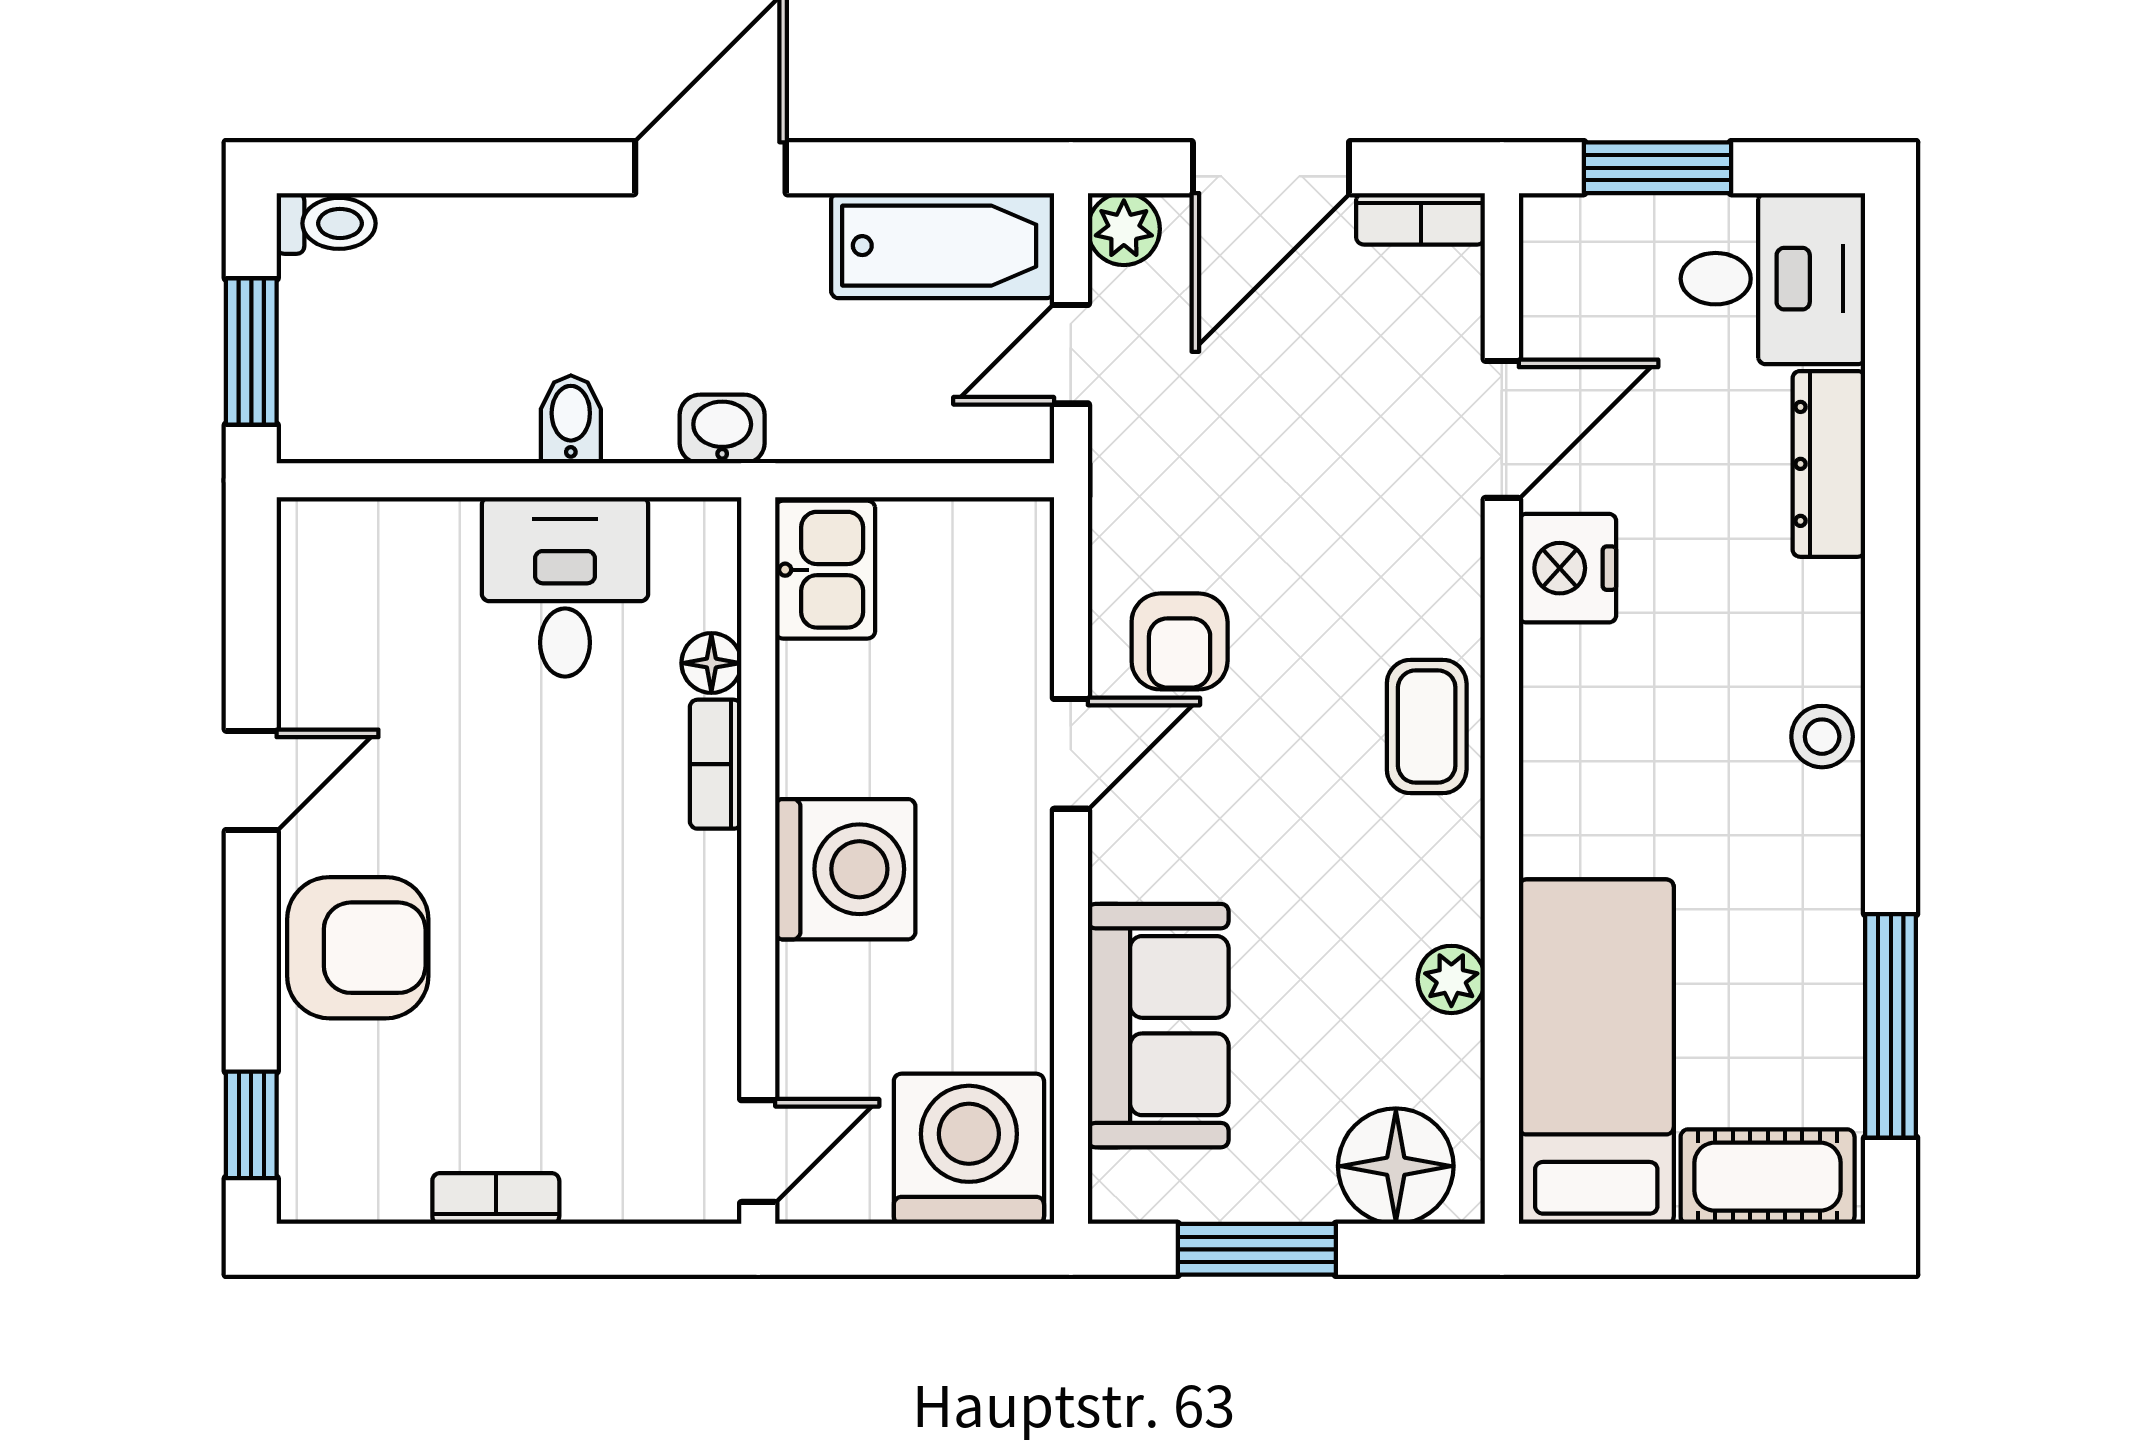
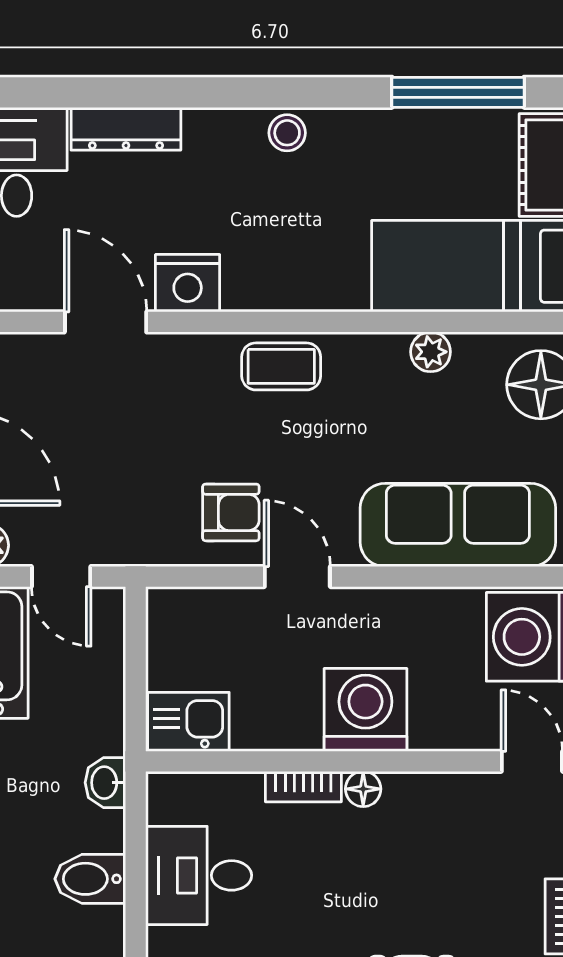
bidet: (571, 419) -> (90, 879), width x1.38, depth x1.36
floor lamp: (711, 663) -> (363, 789), moved
sofa: (1158, 1026) -> (458, 525), width x1.36

